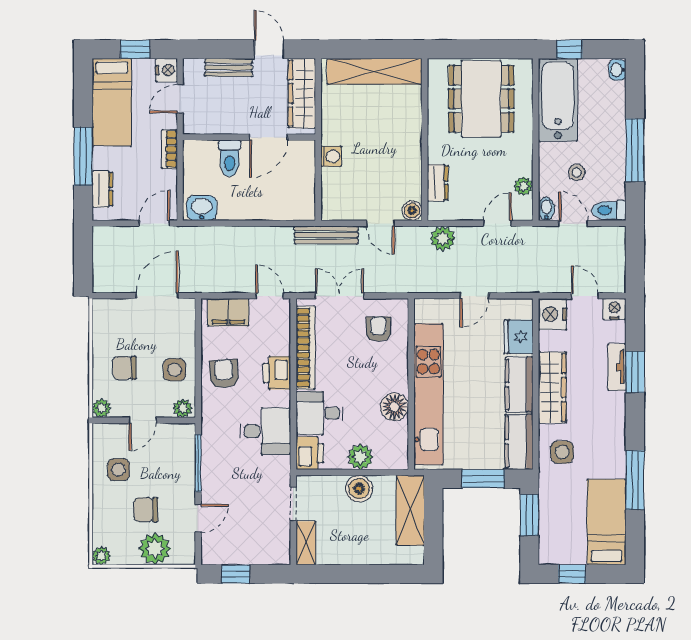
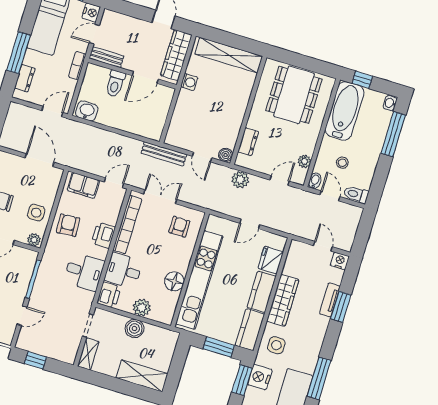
bench: (229, 67) -> (106, 57), moved
window: (635, 150) -> (393, 134), moved
washing machine: (331, 156) -> (189, 82), moved
door: (157, 296) -> (39, 160), hinge flipped
door: (270, 296) -> (114, 183), hinge flipped
nightstand: (552, 314) -> (260, 377), moved
shelving: (410, 510) -> (142, 376), moved, turned 90

